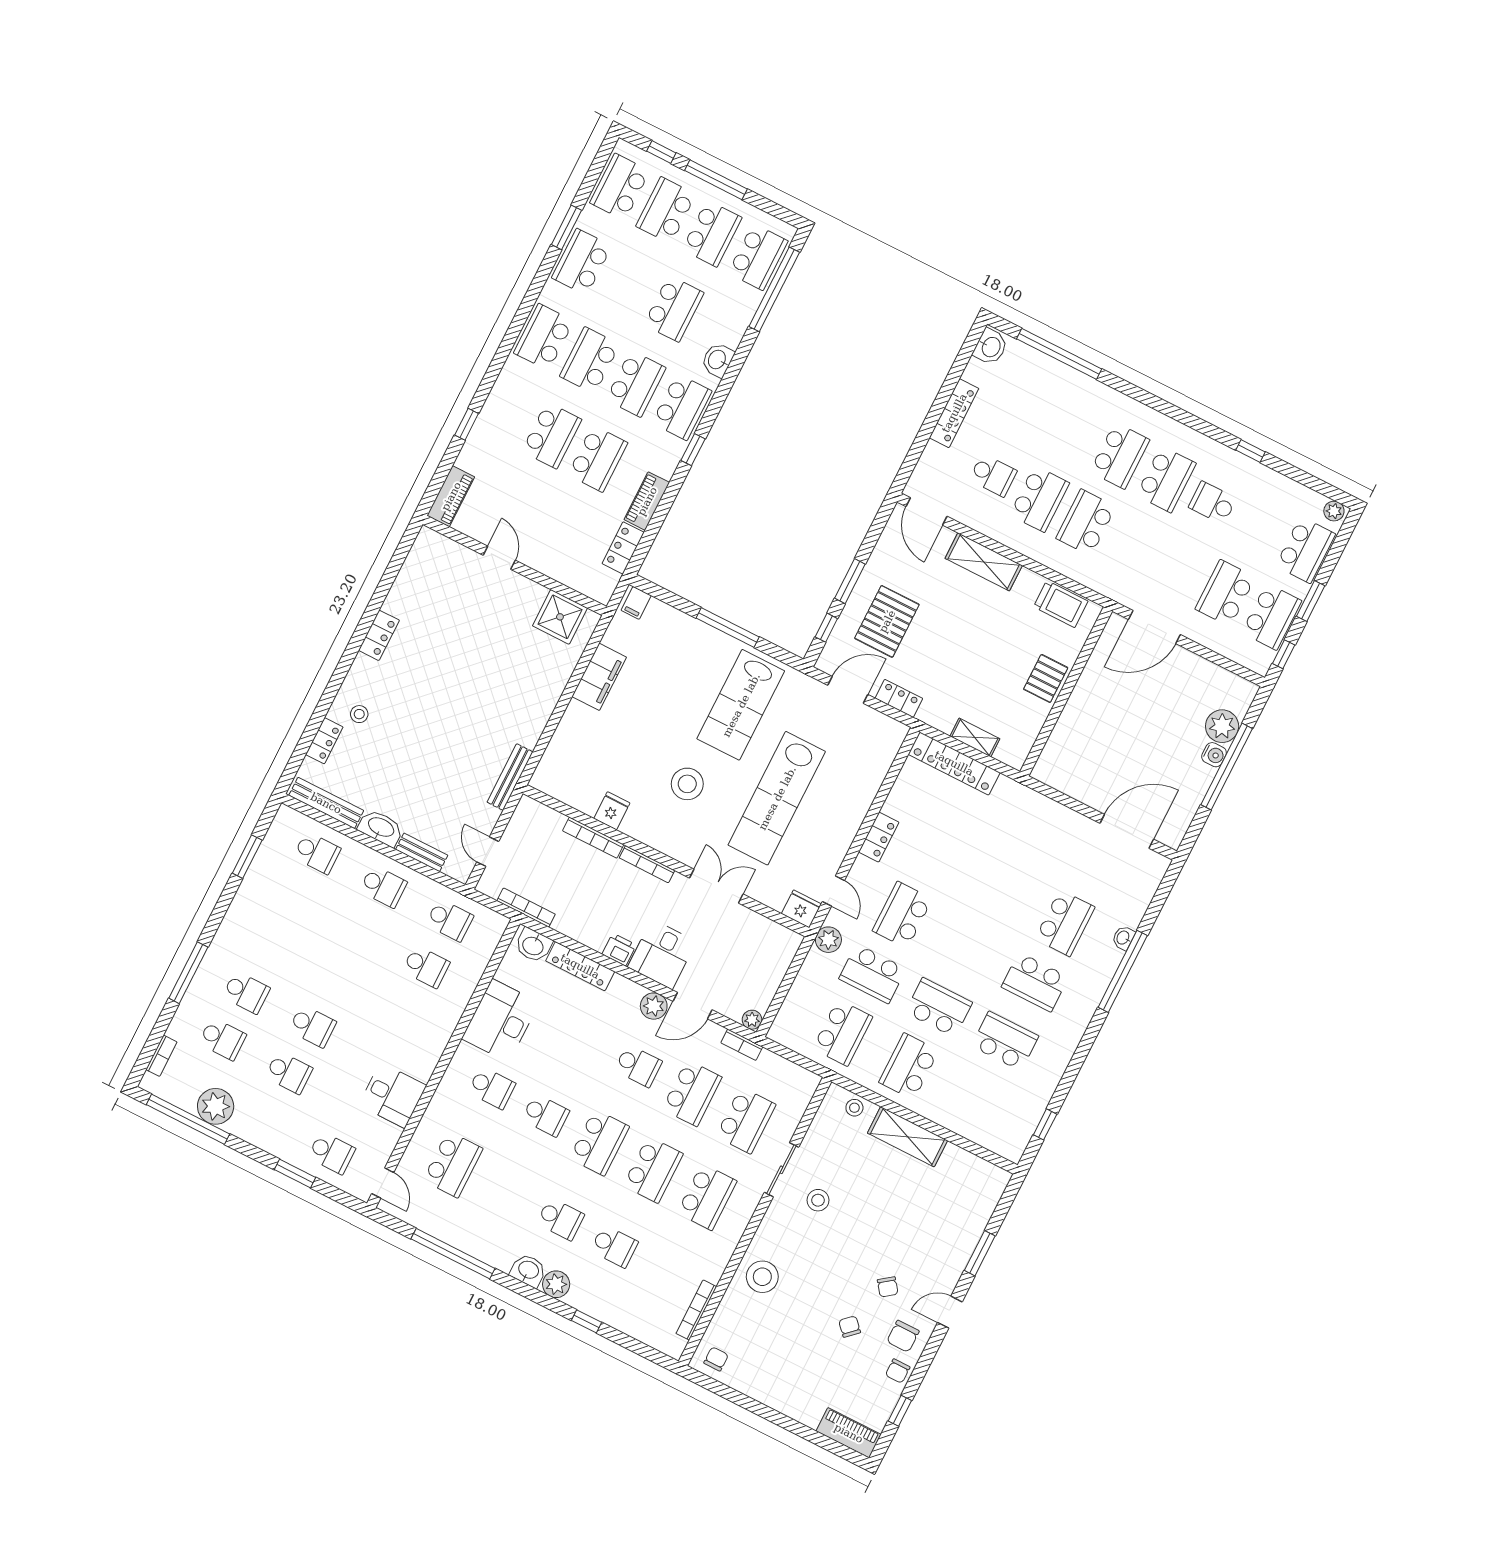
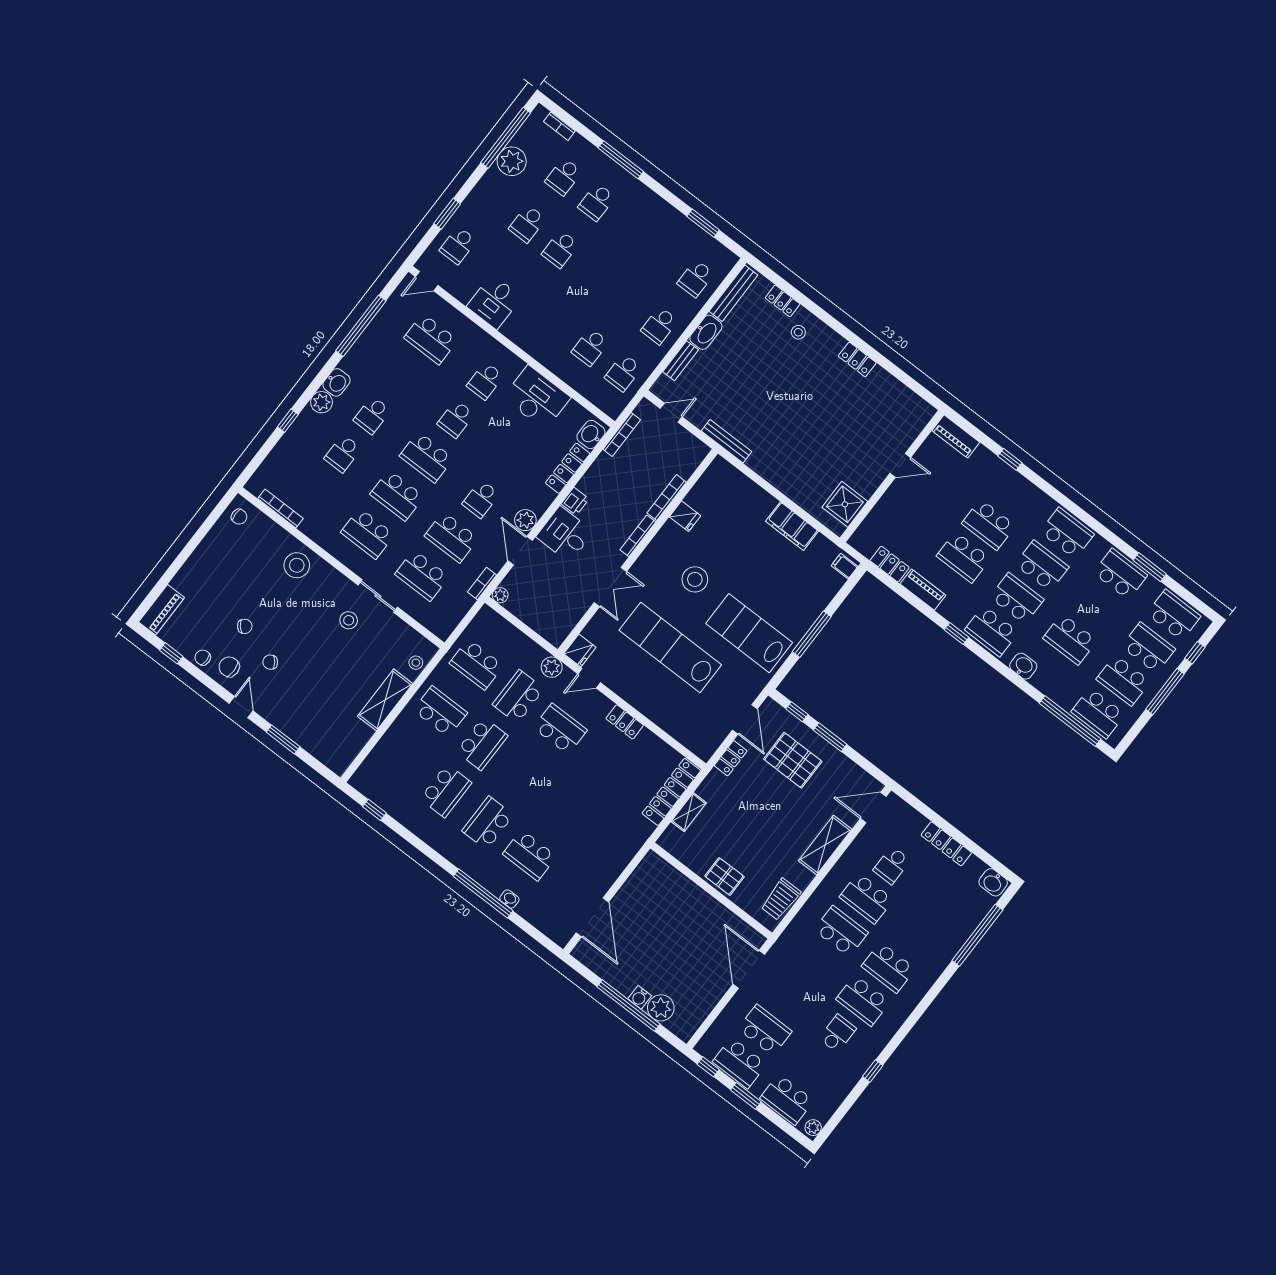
school desk: (636, 384) -> (1017, 598), turned 180

